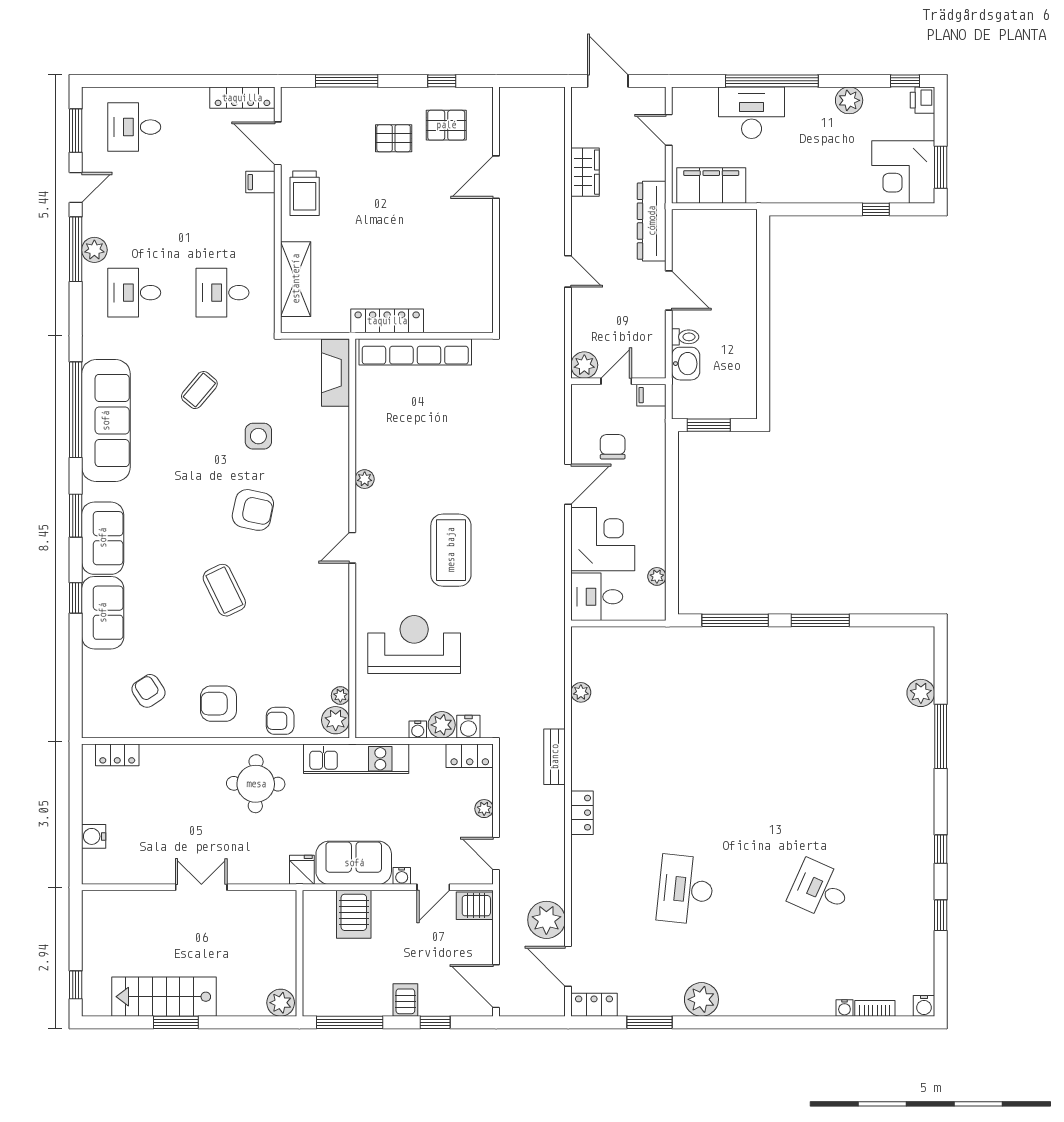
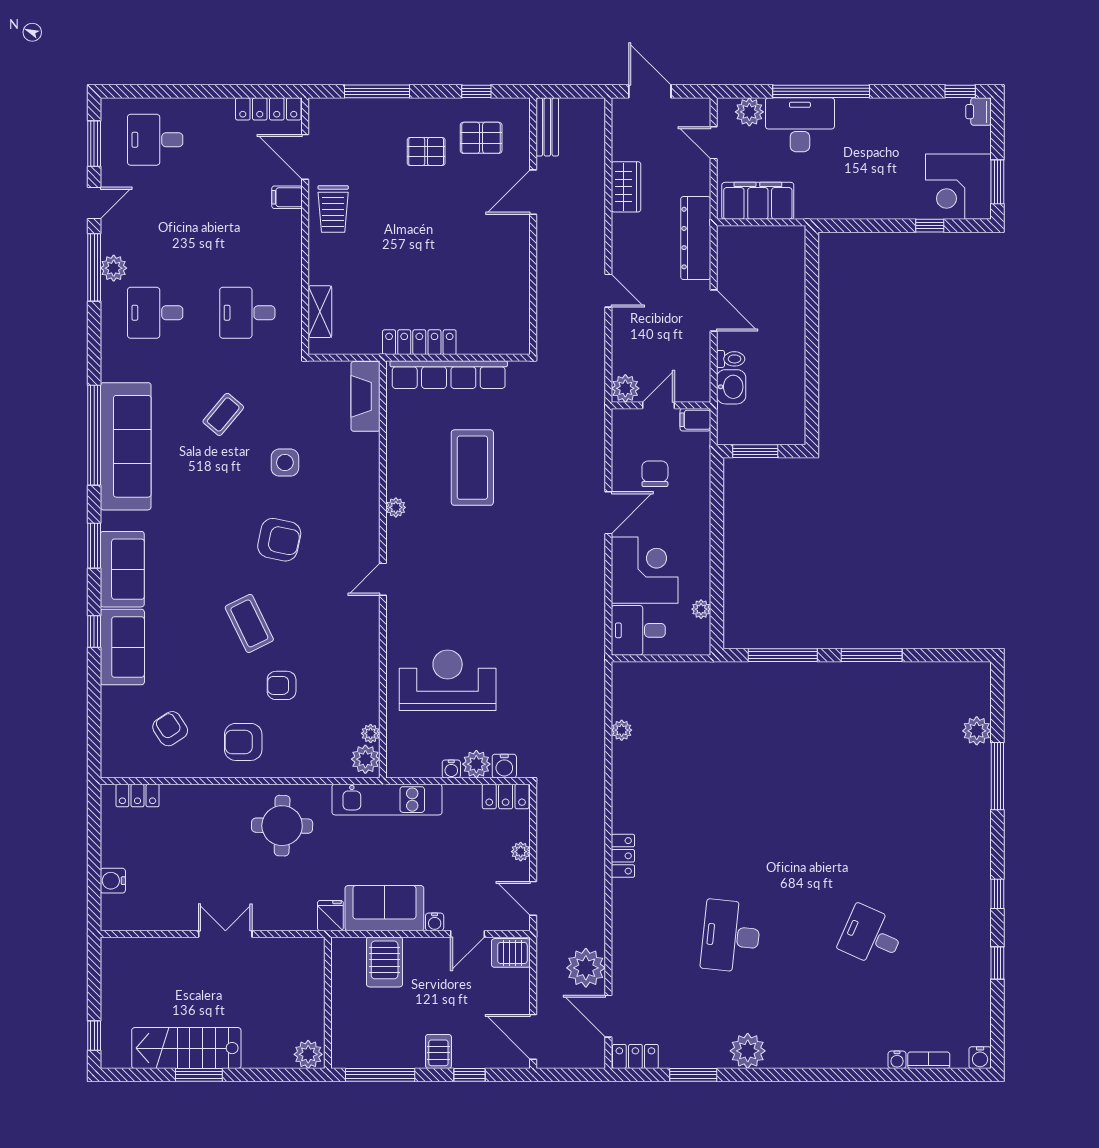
plant: (849, 100) -> (749, 112), moved
shelving: (296, 279) -> (320, 312), width x0.67, depth x0.75
coffee table: (451, 550) -> (472, 468), moved
armchair: (280, 721) -> (282, 685), moved
bench: (555, 757) -> (547, 127), moved

